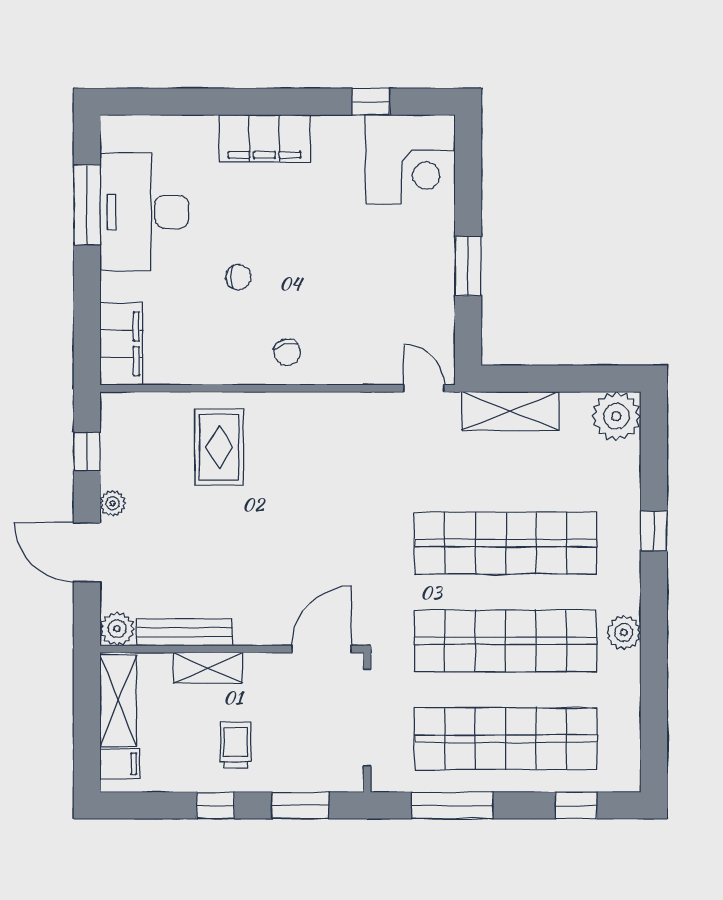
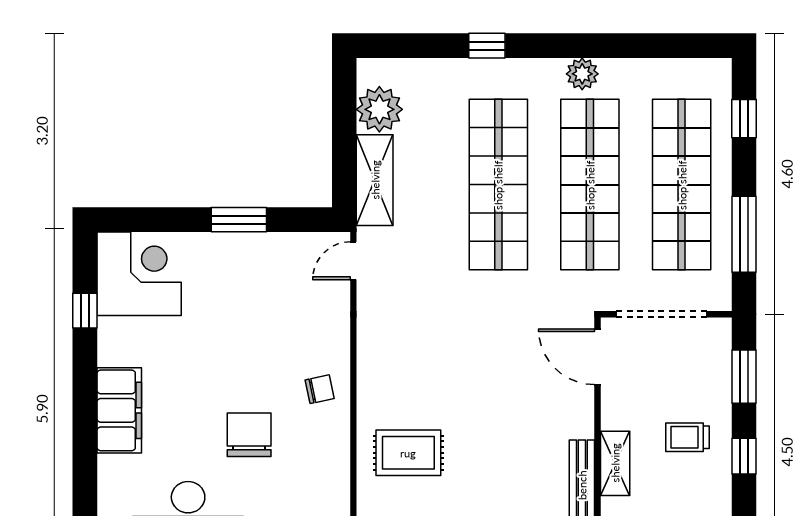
chair: (238, 277) -> (249, 435), width x1.87, depth x1.87
plant: (616, 416) -> (379, 109), moved

